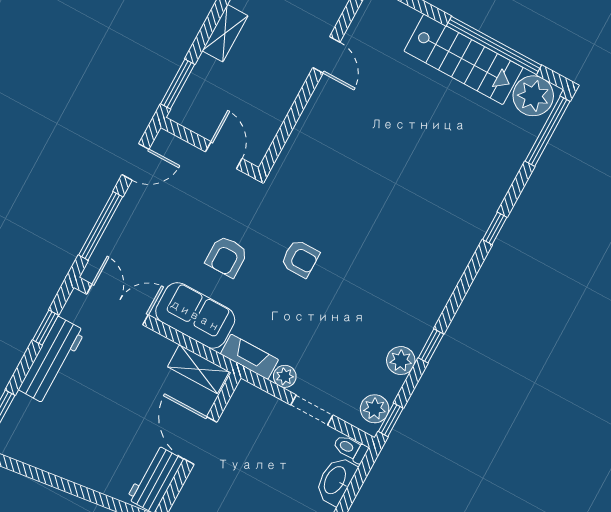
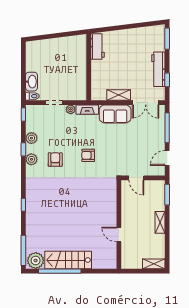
armchair: (227, 256) -> (55, 160), moved
shelving: (198, 369) -> (119, 95), moved
plant: (375, 409) -> (31, 159), moved
door: (200, 441) -> (89, 69), removed

